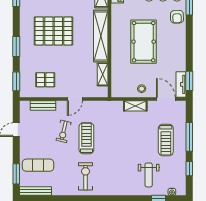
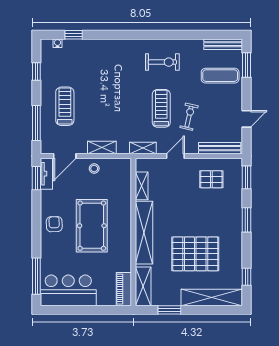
armchair: (177, 17) -> (54, 224), moved
pallet: (54, 31) -> (195, 254), moved
door: (166, 99) -> (65, 156), hinge flipped
bench: (43, 105) -> (220, 148), width x1.36
shelving: (102, 106) -> (143, 148), added
window: (189, 137) -> (36, 123), moved
treadmill: (86, 138) -> (161, 108), turned 180
weight bench: (149, 175) -> (86, 64), removed
exercise bike: (86, 176) -> (162, 62), turned -90

